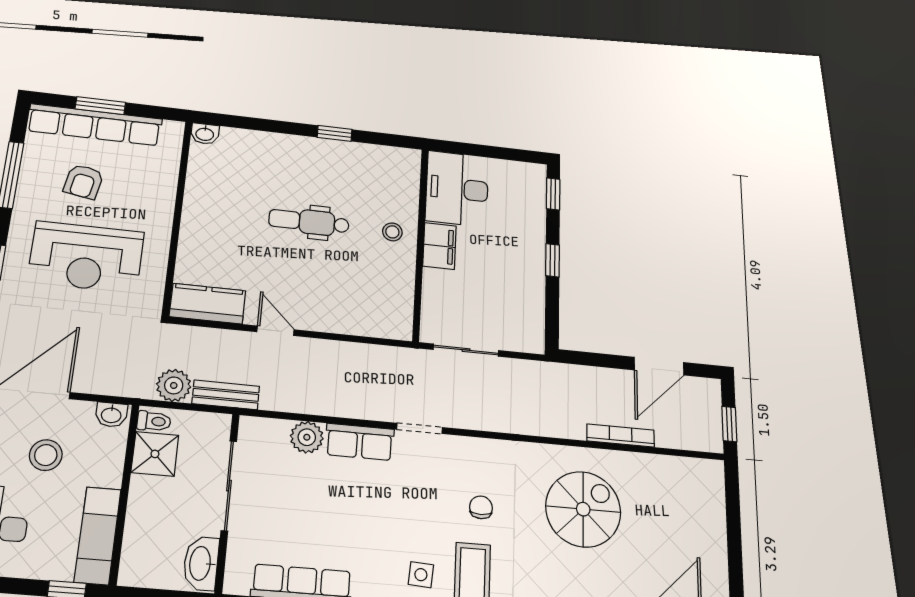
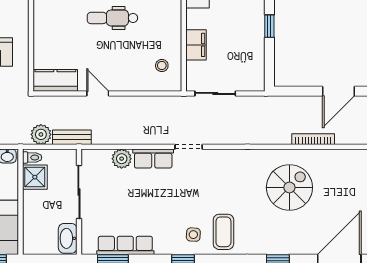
stool: (392, 232) -> (162, 66), moved
filing cabinet: (439, 246) -> (196, 45), moved
chair: (481, 507) -> (227, 192), removed

